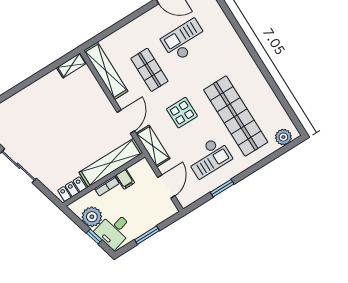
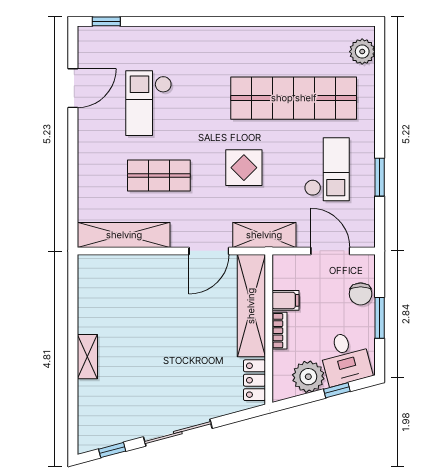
shelving: (72, 65) -> (87, 357), moved
door: (126, 122) -> (209, 251), swing flipped
chair: (153, 217) -> (361, 294), added

